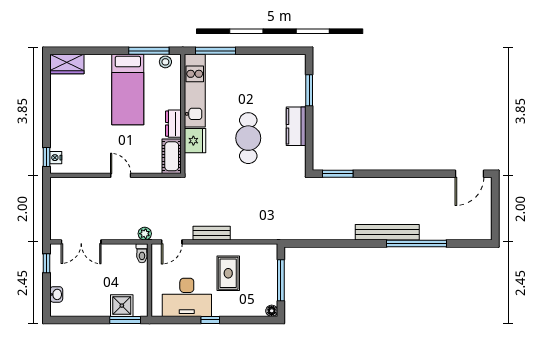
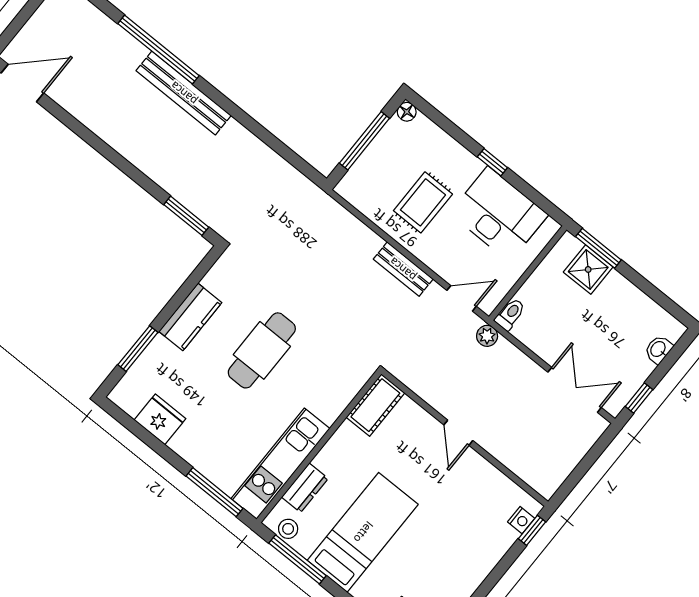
dresser: (173, 124) -> (305, 488), moved
fridge: (195, 141) -> (160, 419), moved, turned 90

